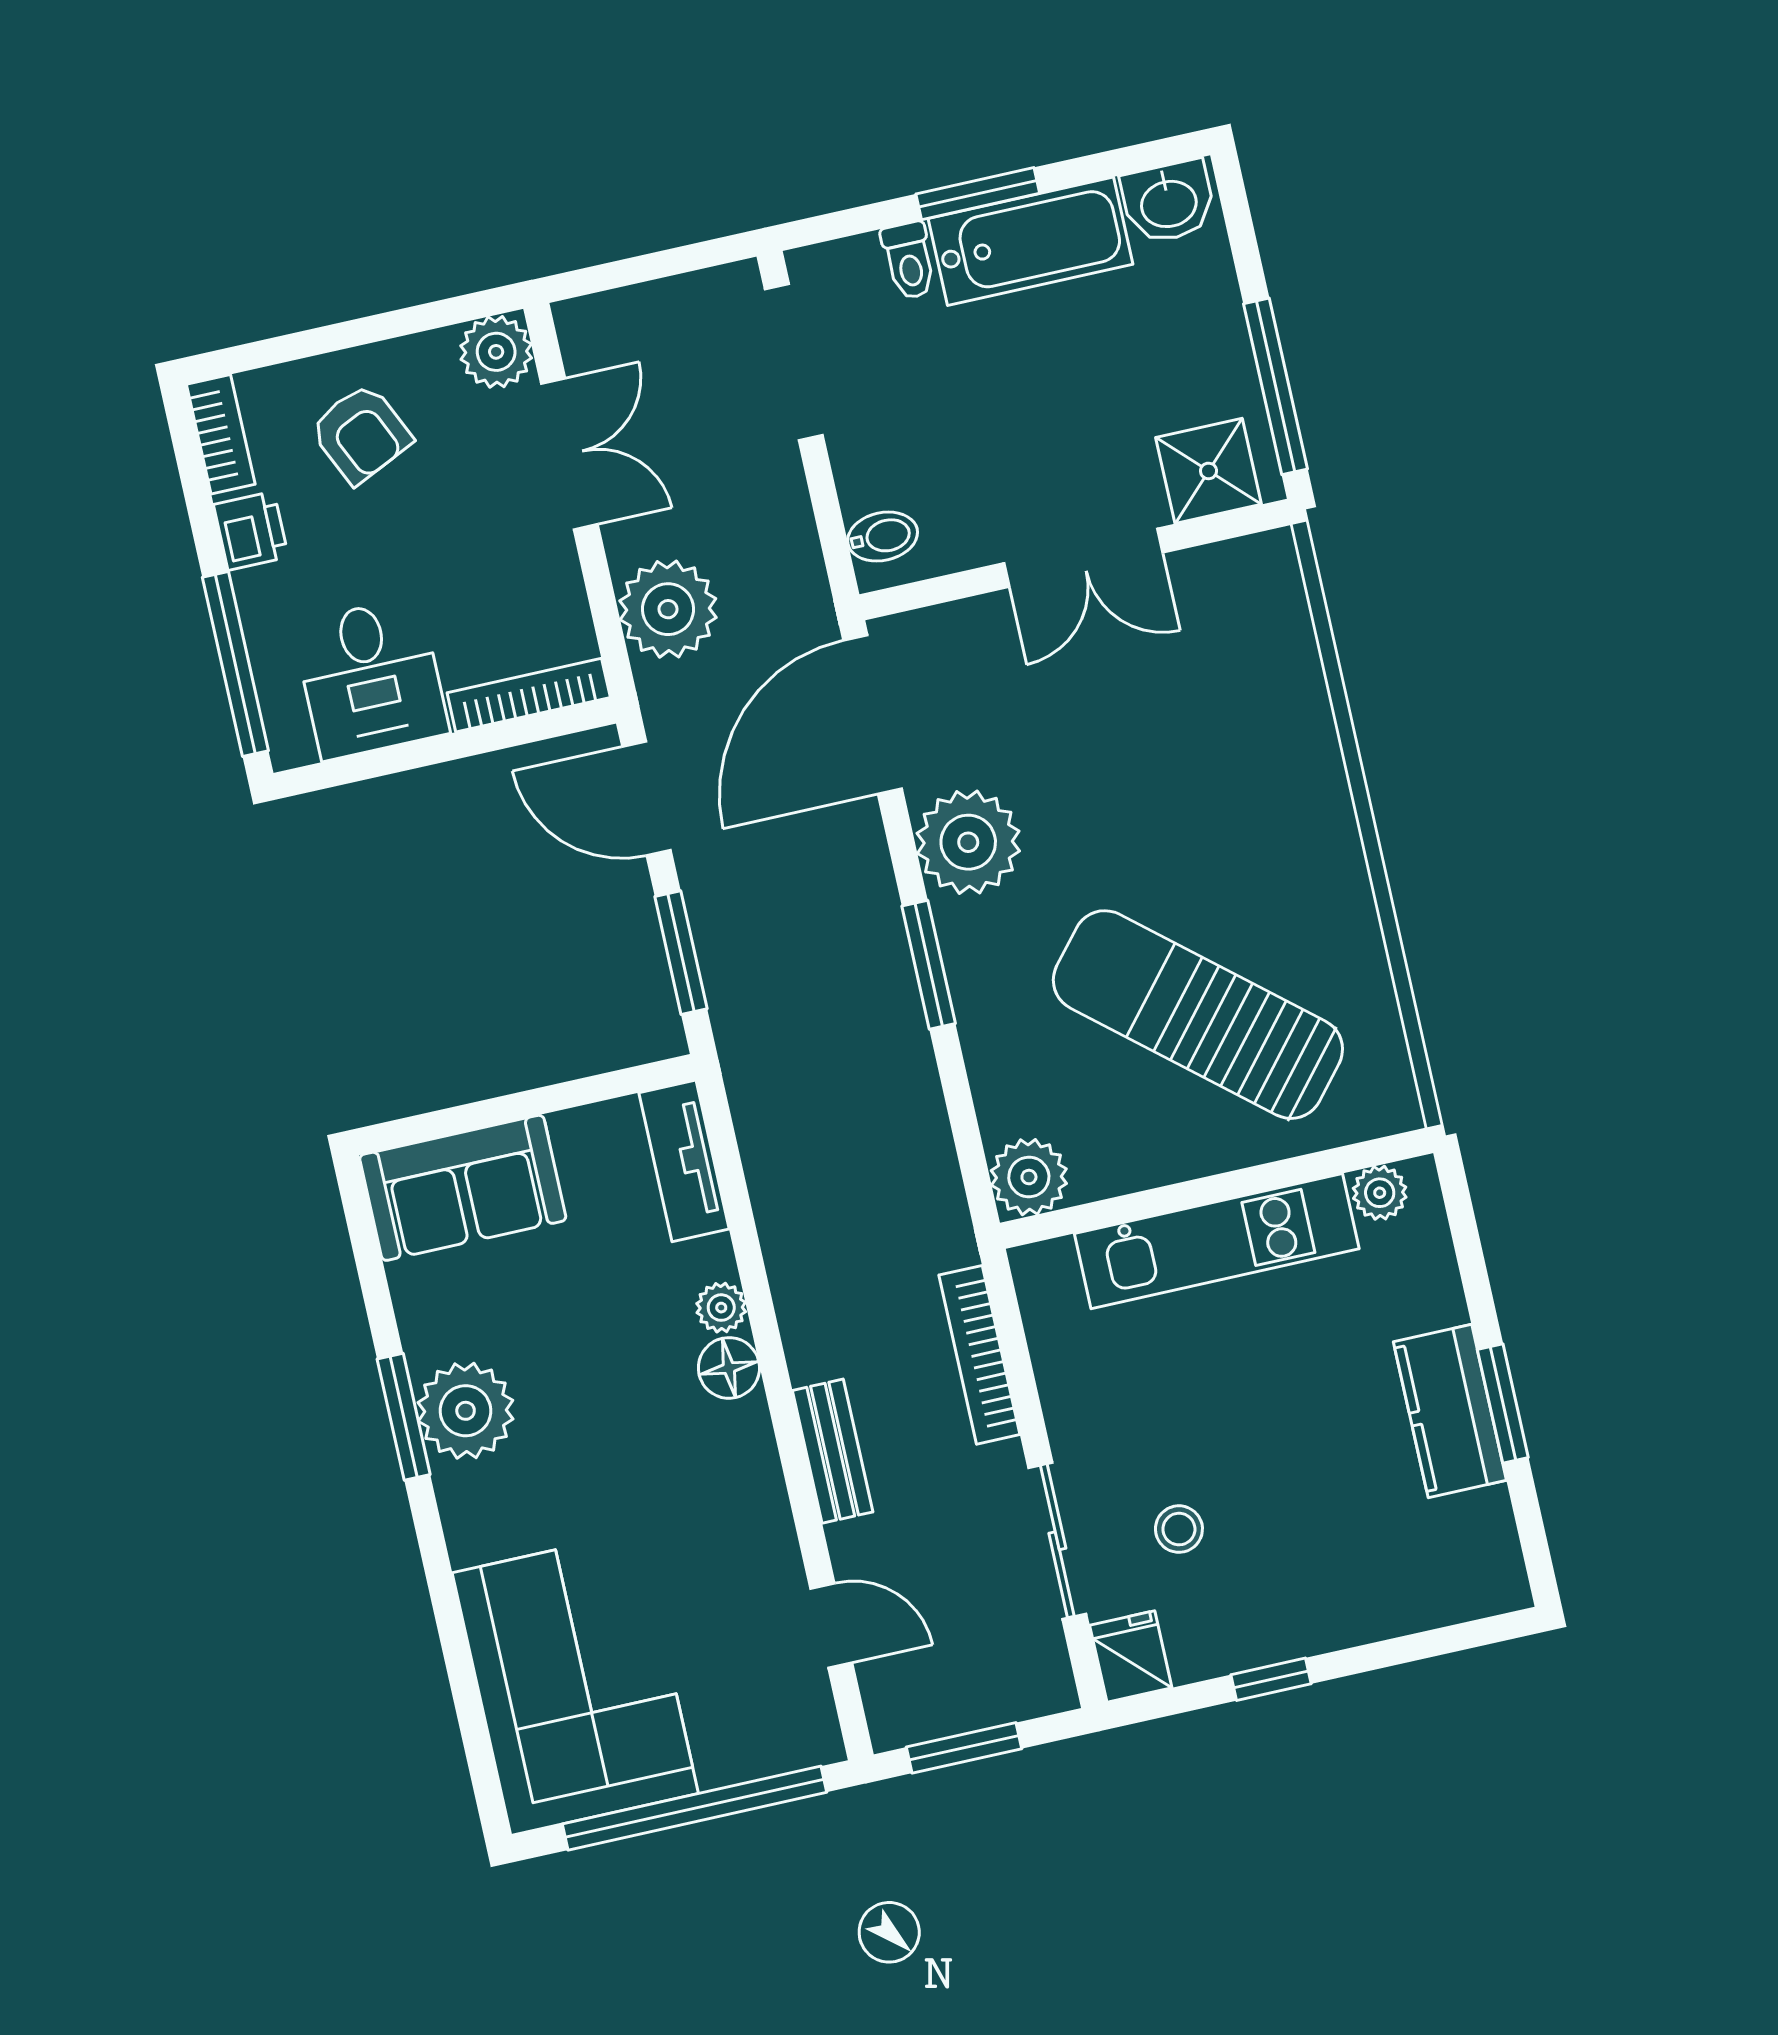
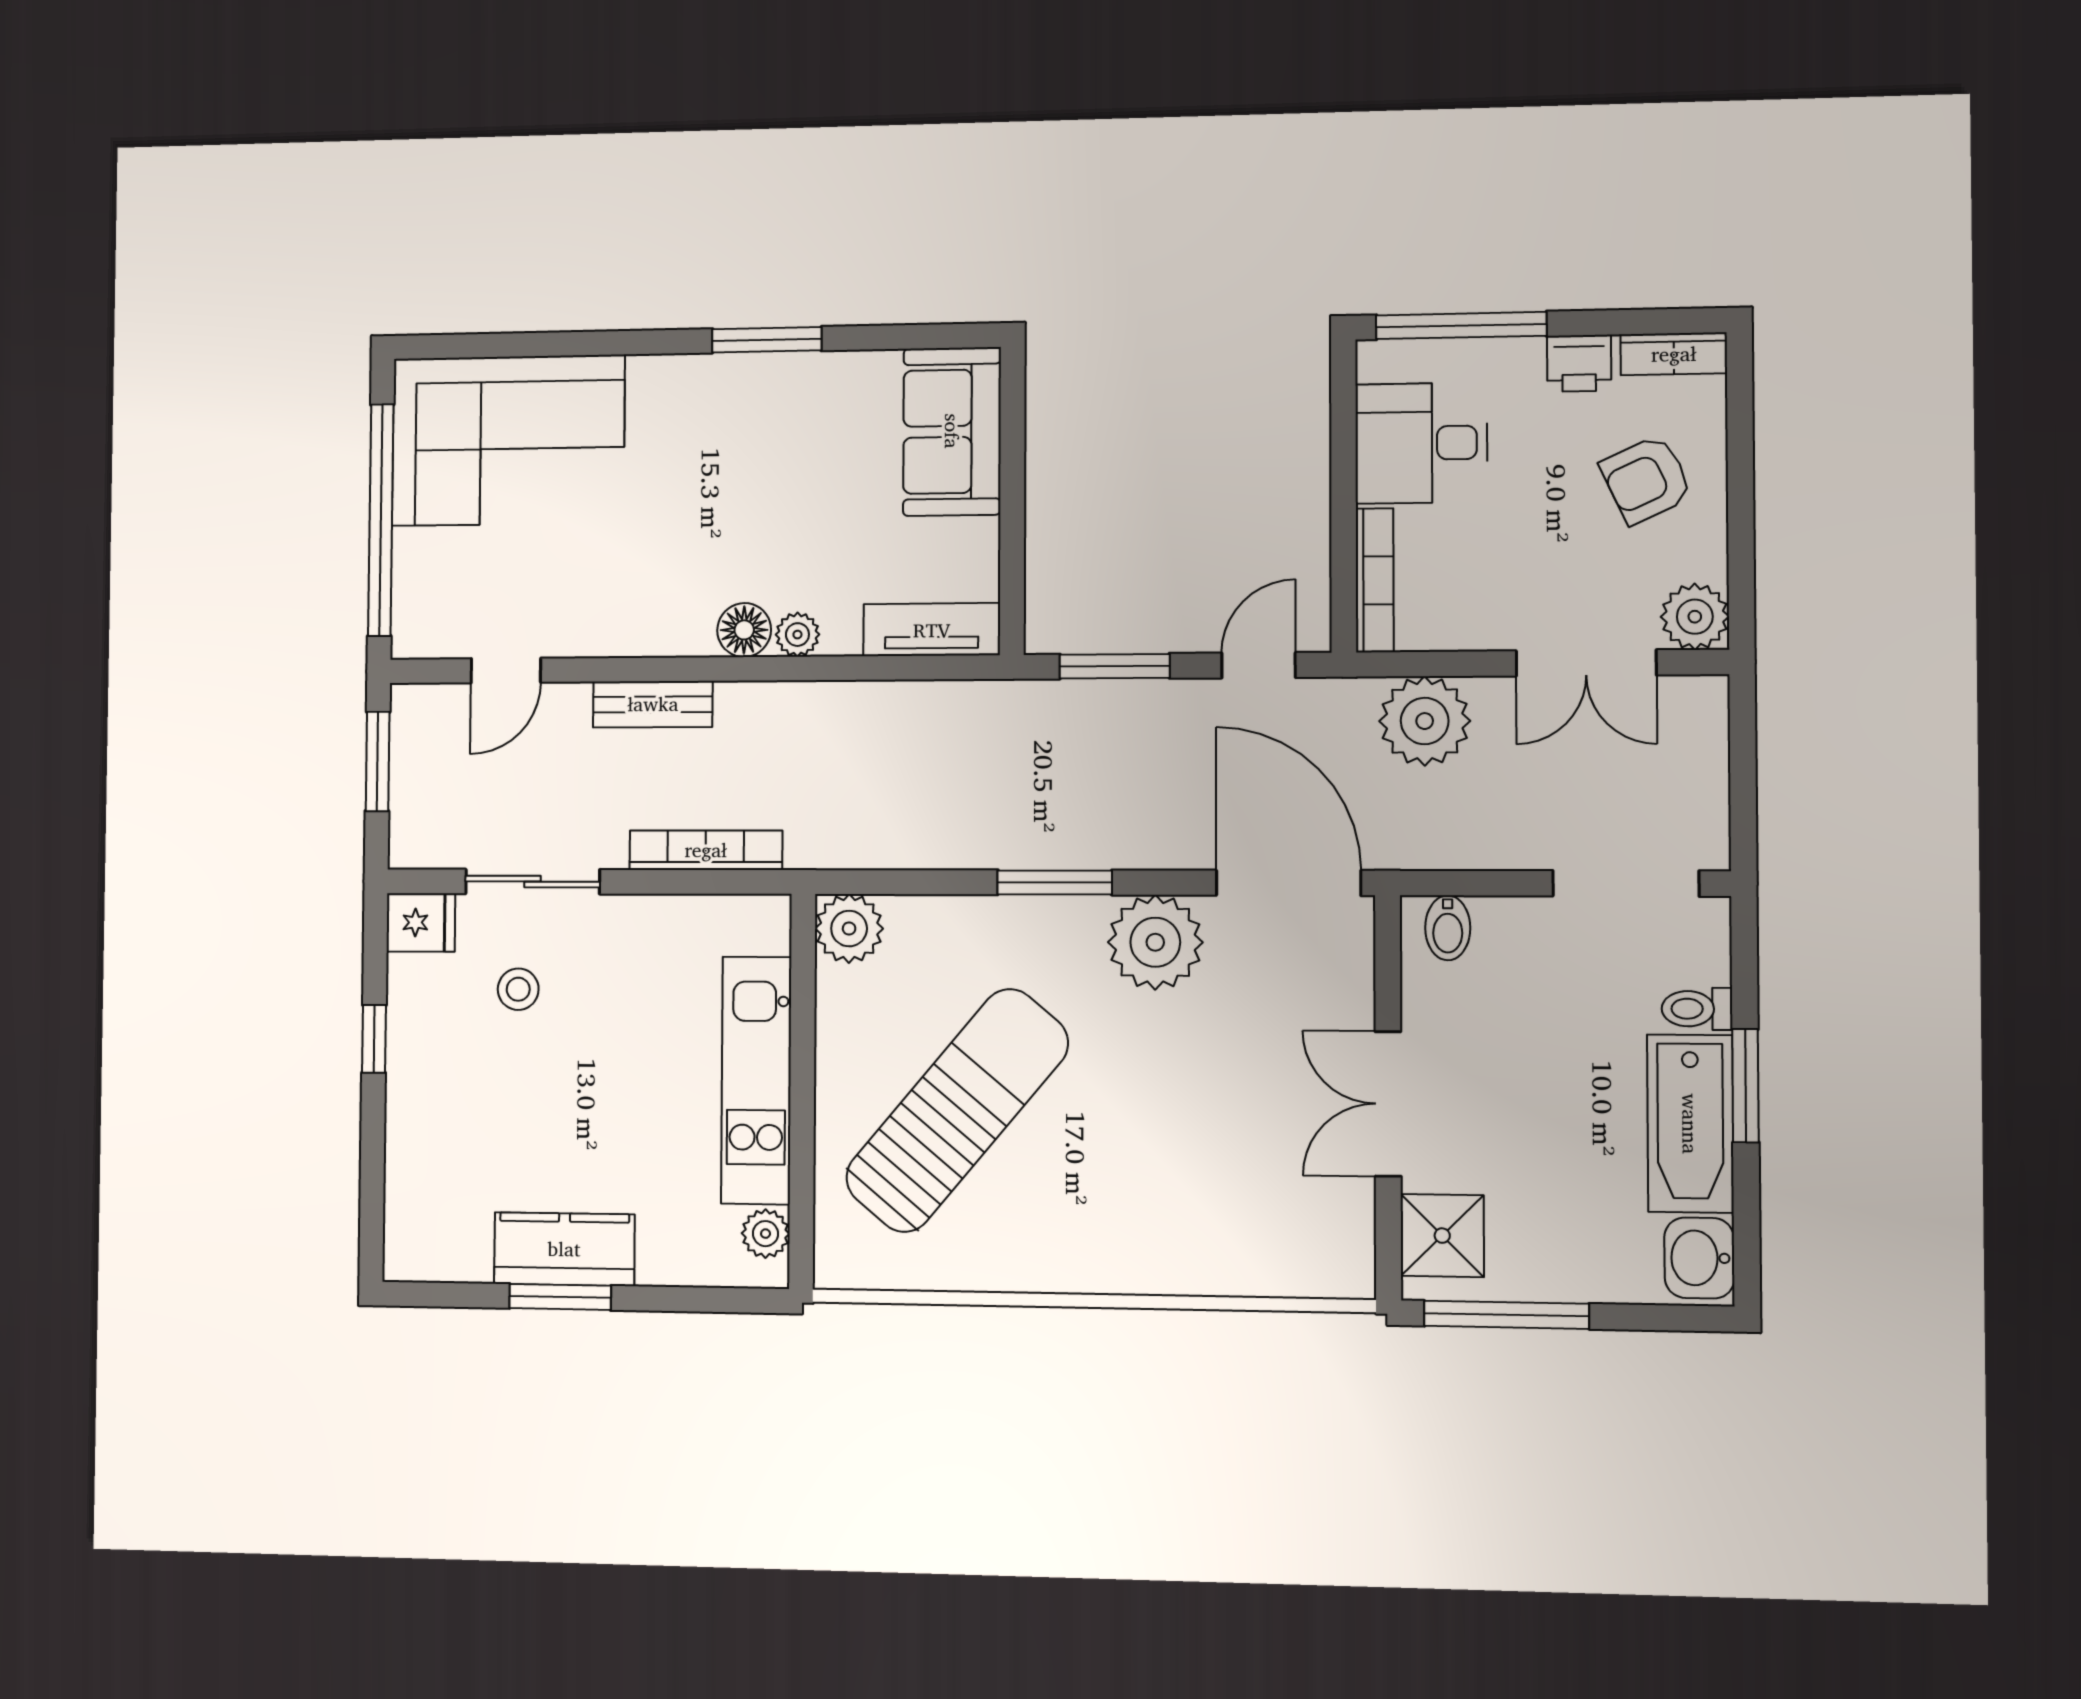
door: (646, 798) -> (1259, 665), width x0.73
plant: (466, 1411) -> (760, 394), removed

